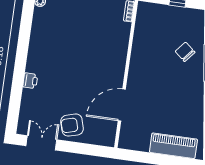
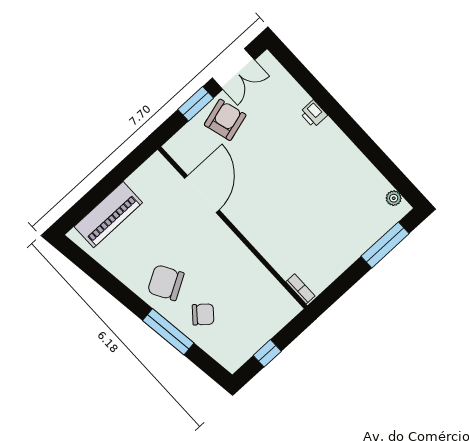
chair: (185, 86) -> (166, 283), added
window: (76, 148) -> (196, 104), added

